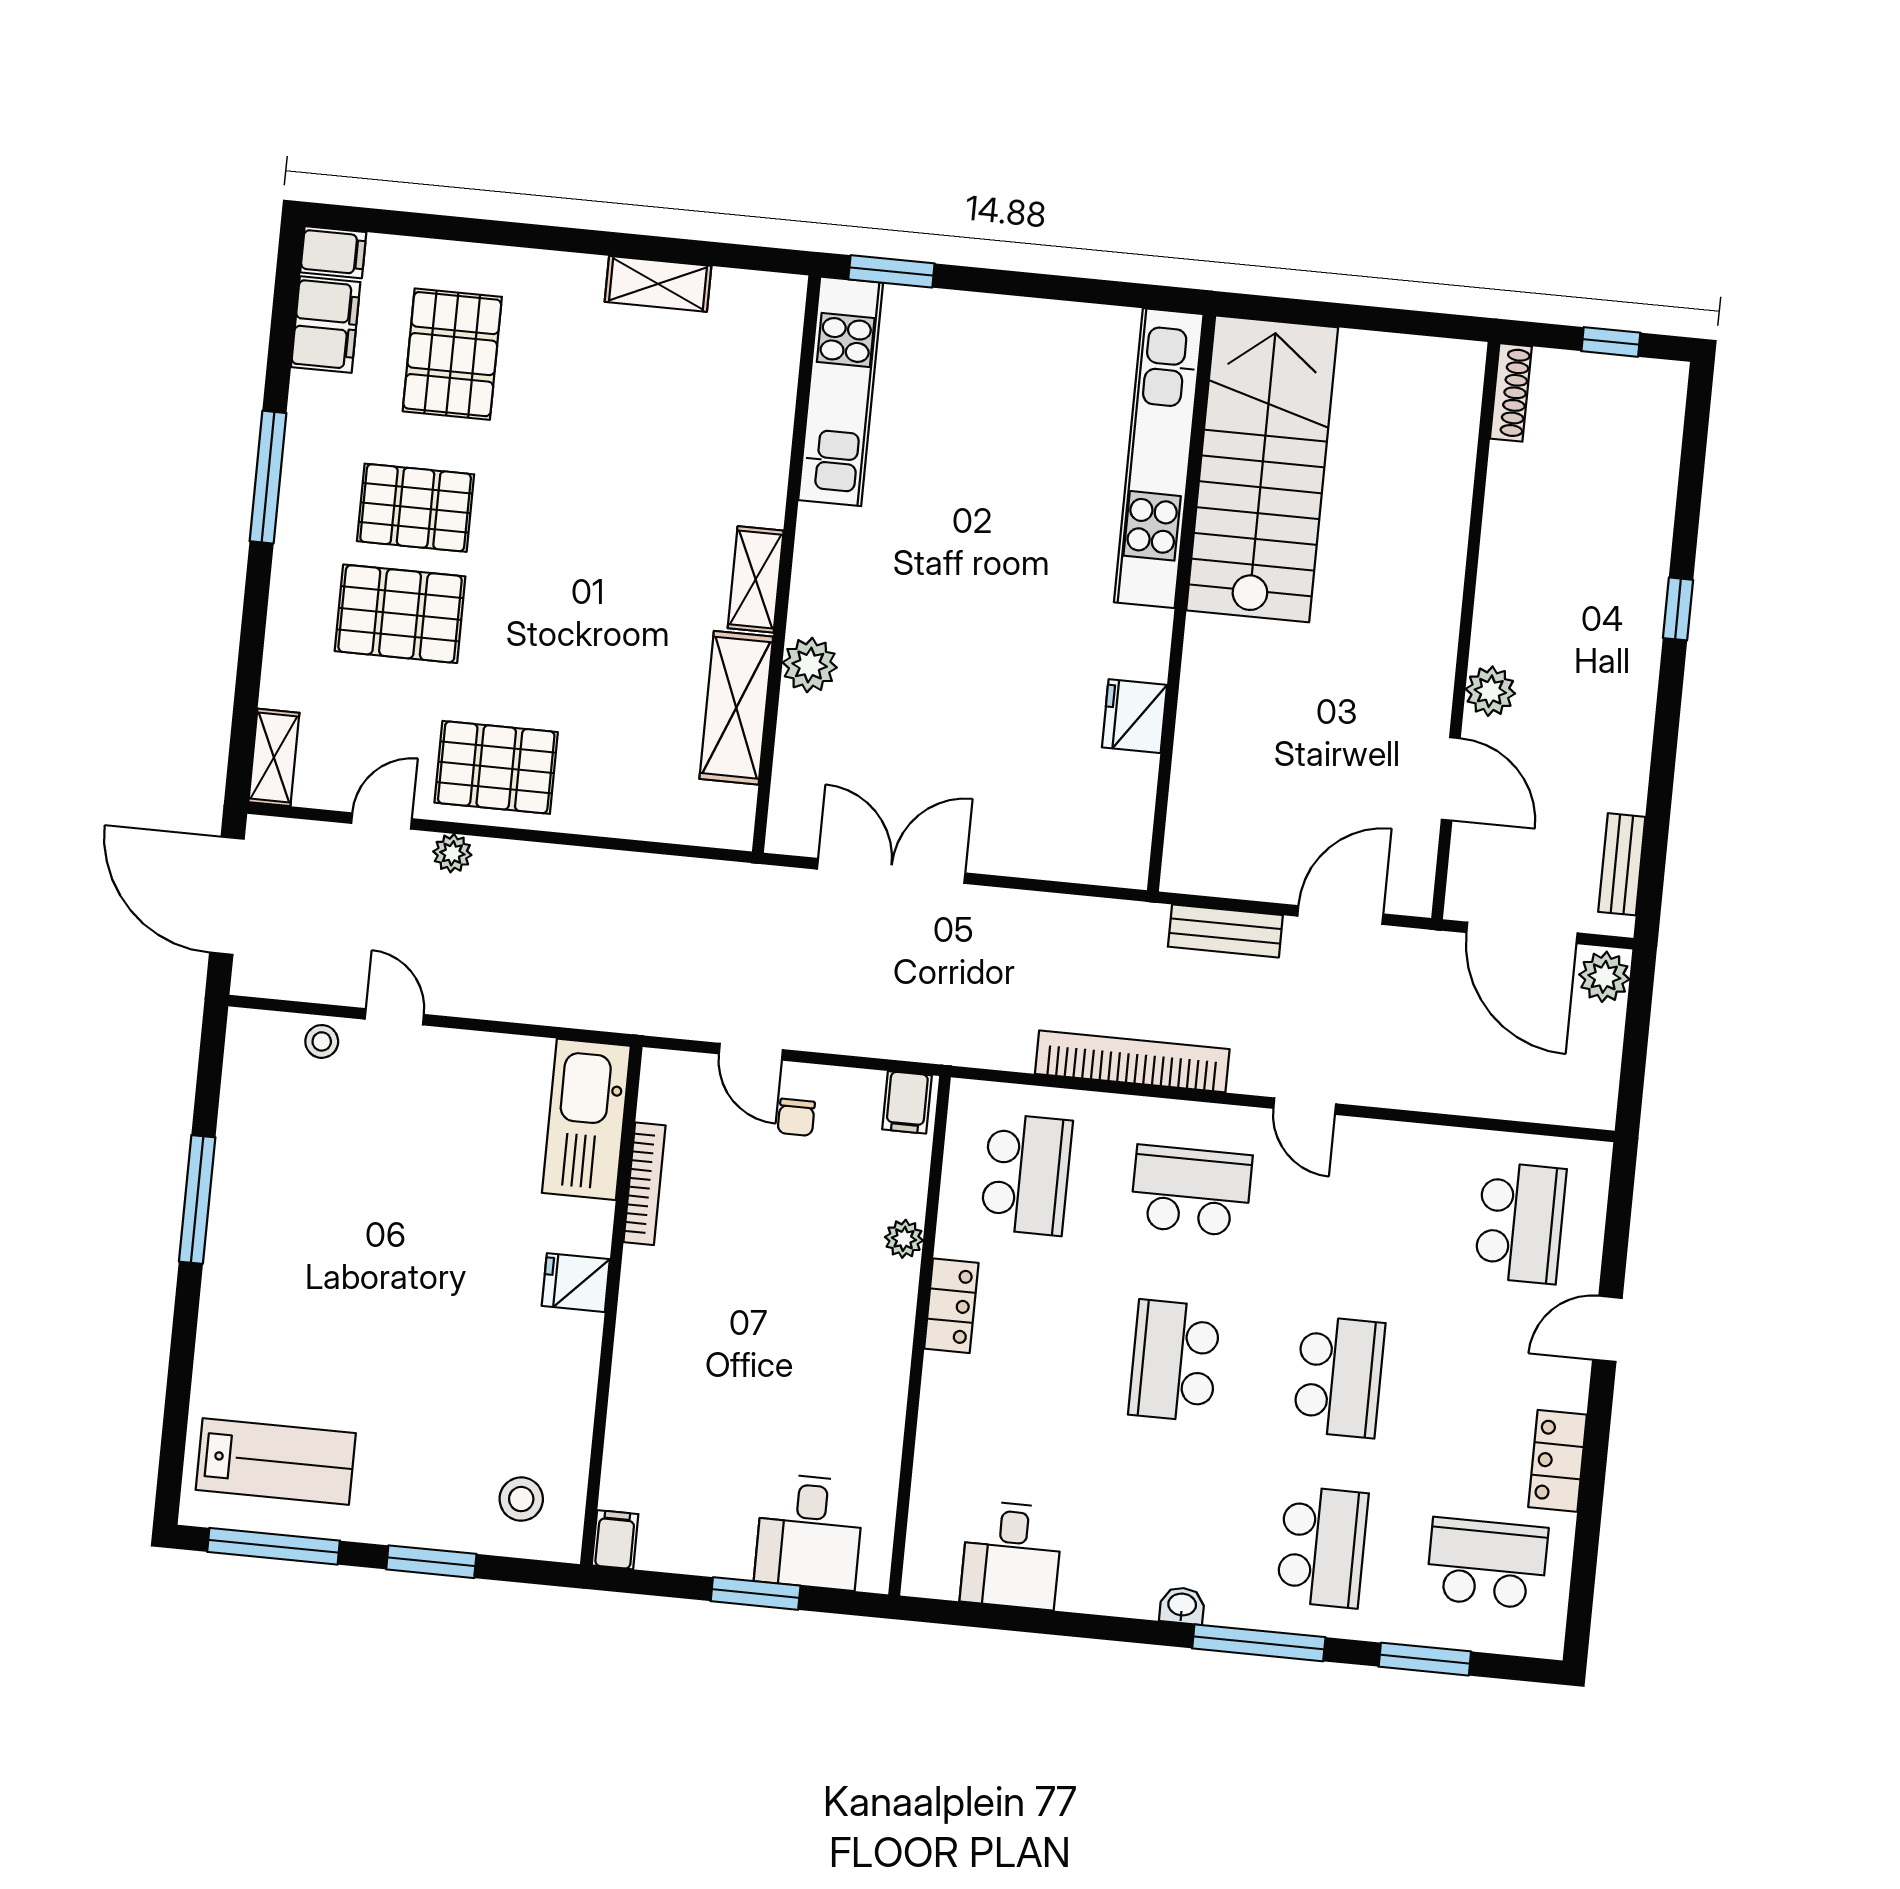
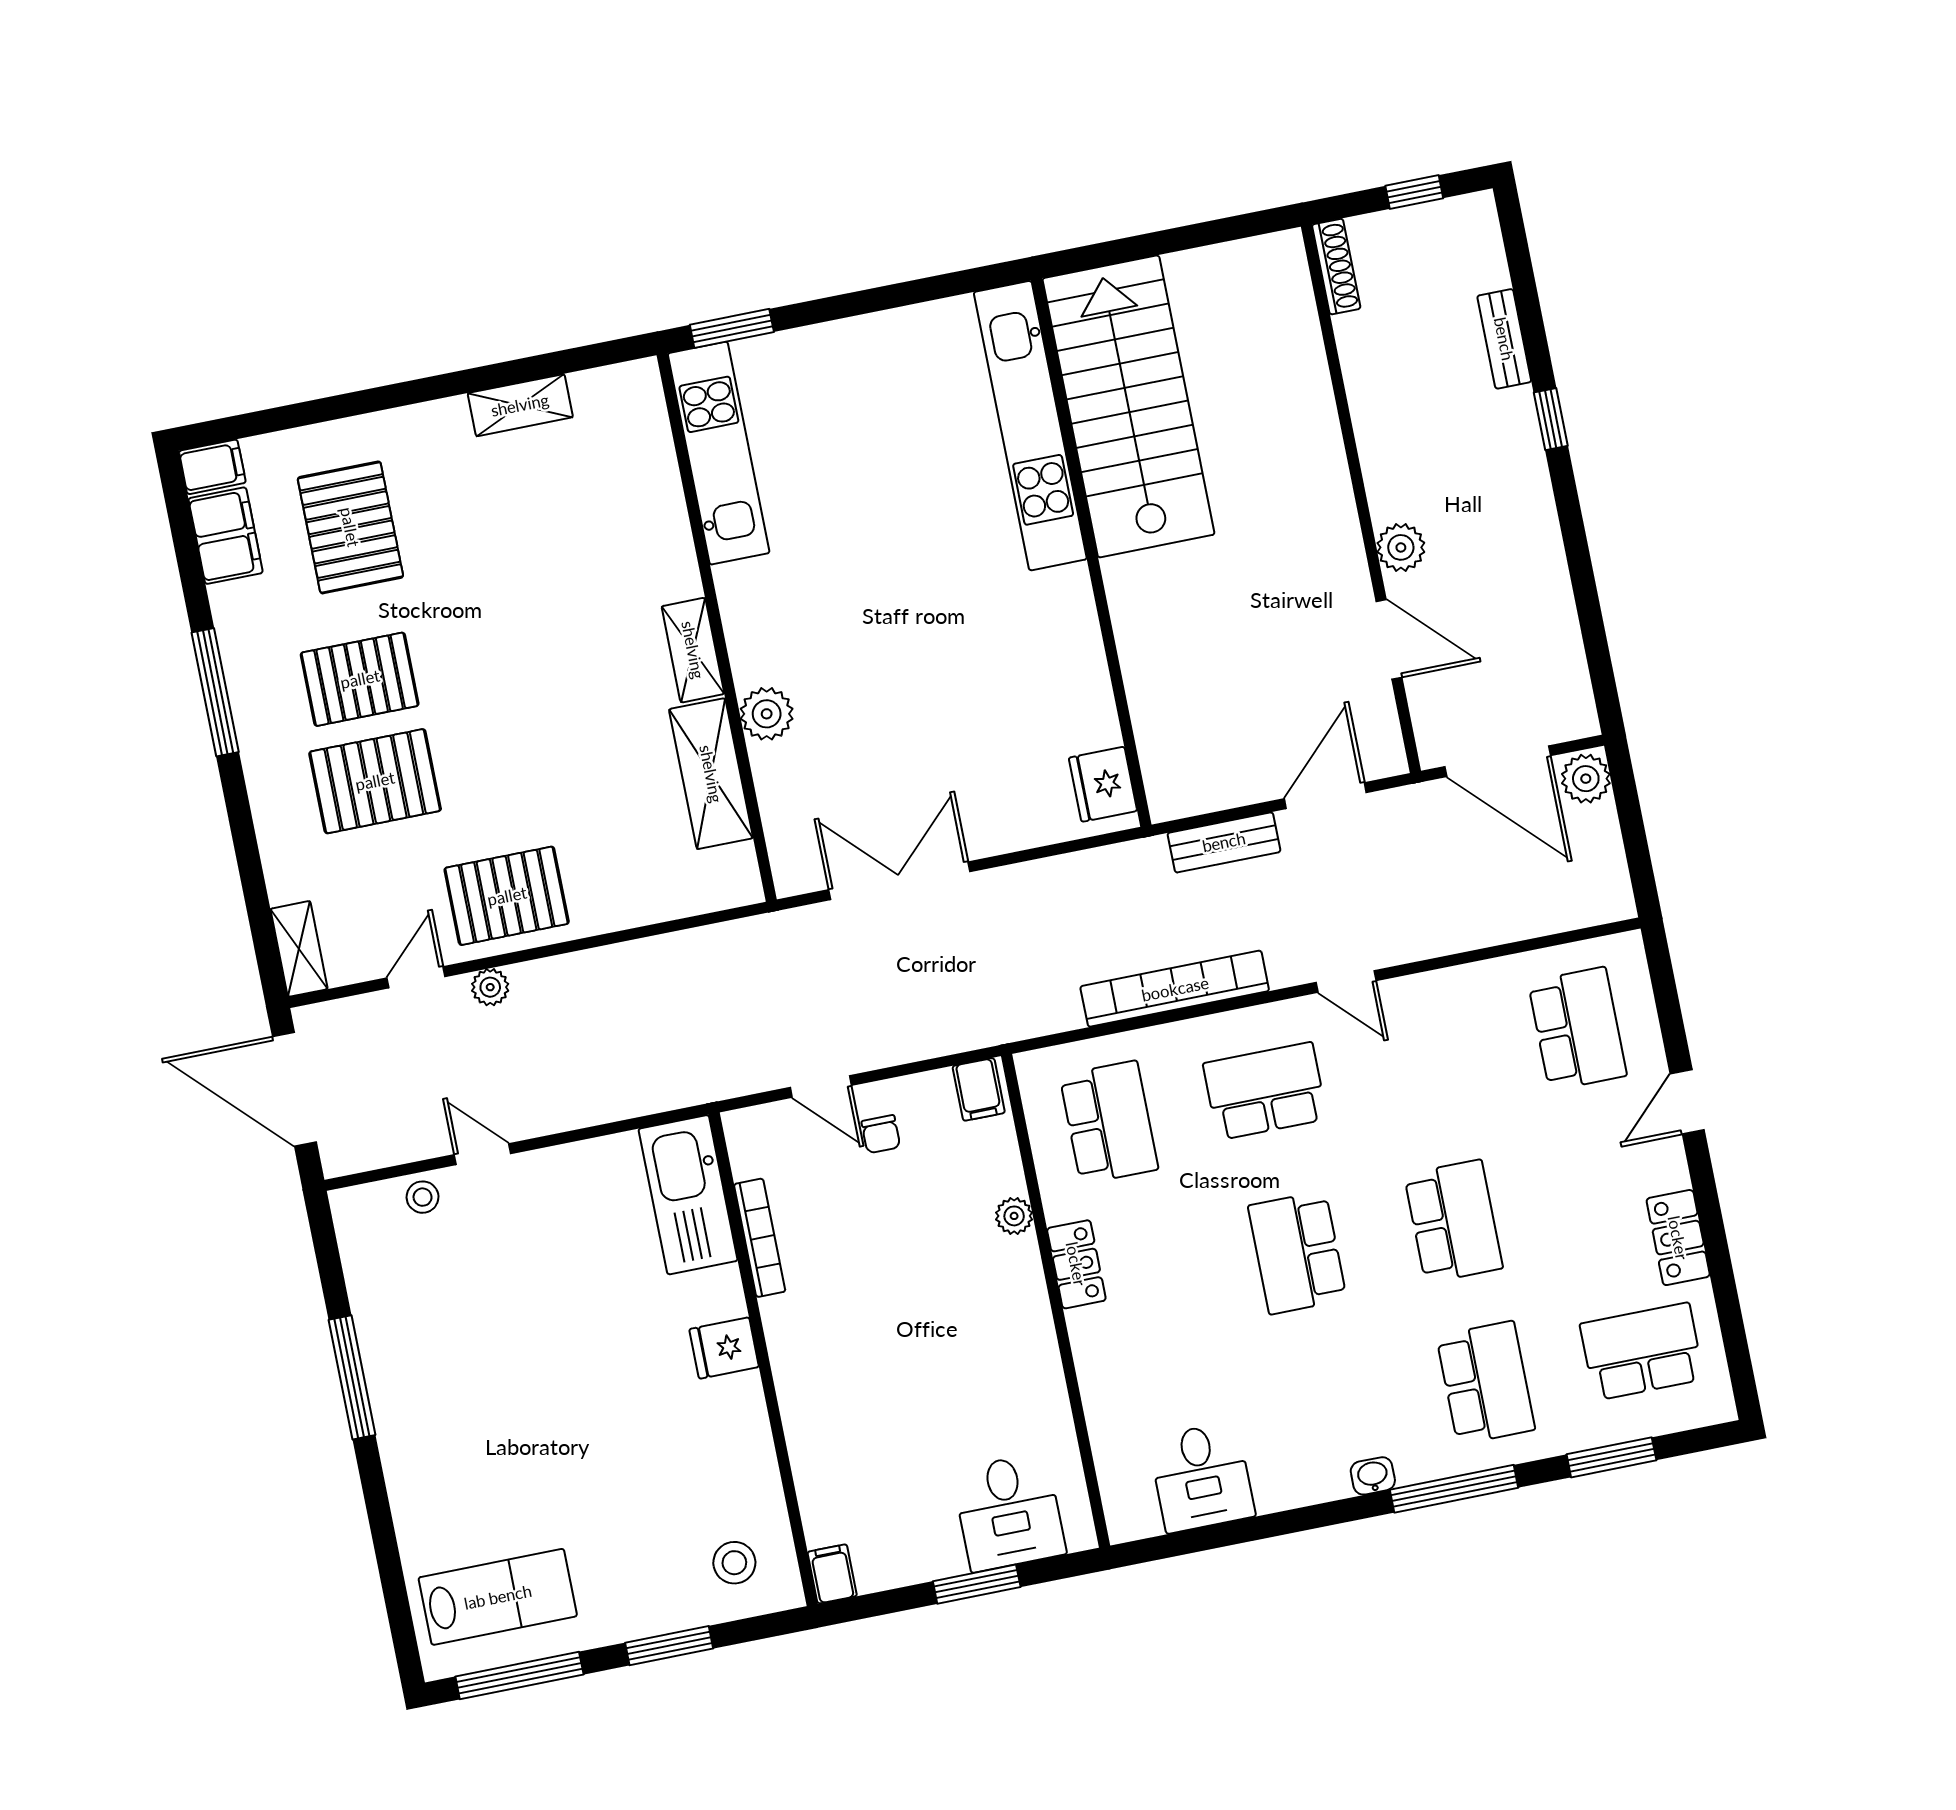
fridge: (1135, 716) -> (1103, 784), moved
bench: (1622, 864) -> (1504, 339), moved

